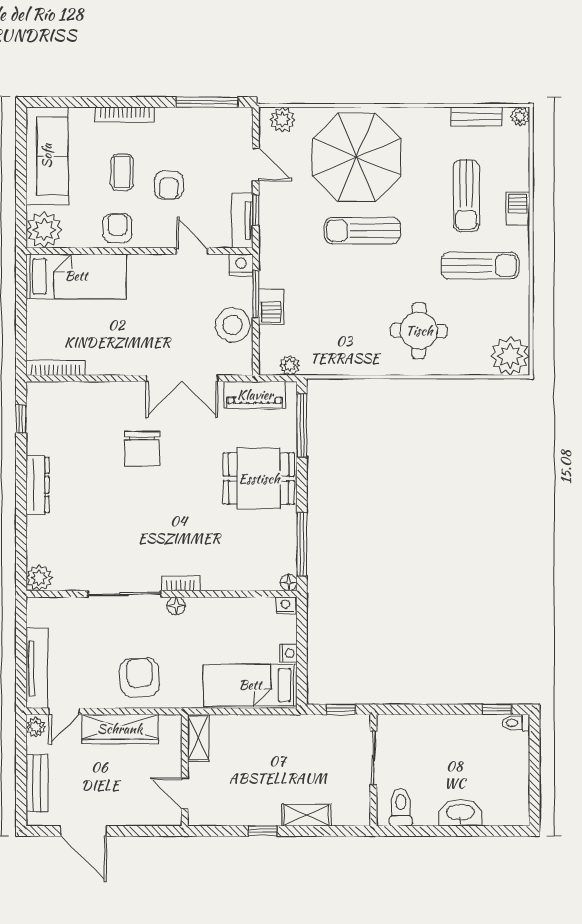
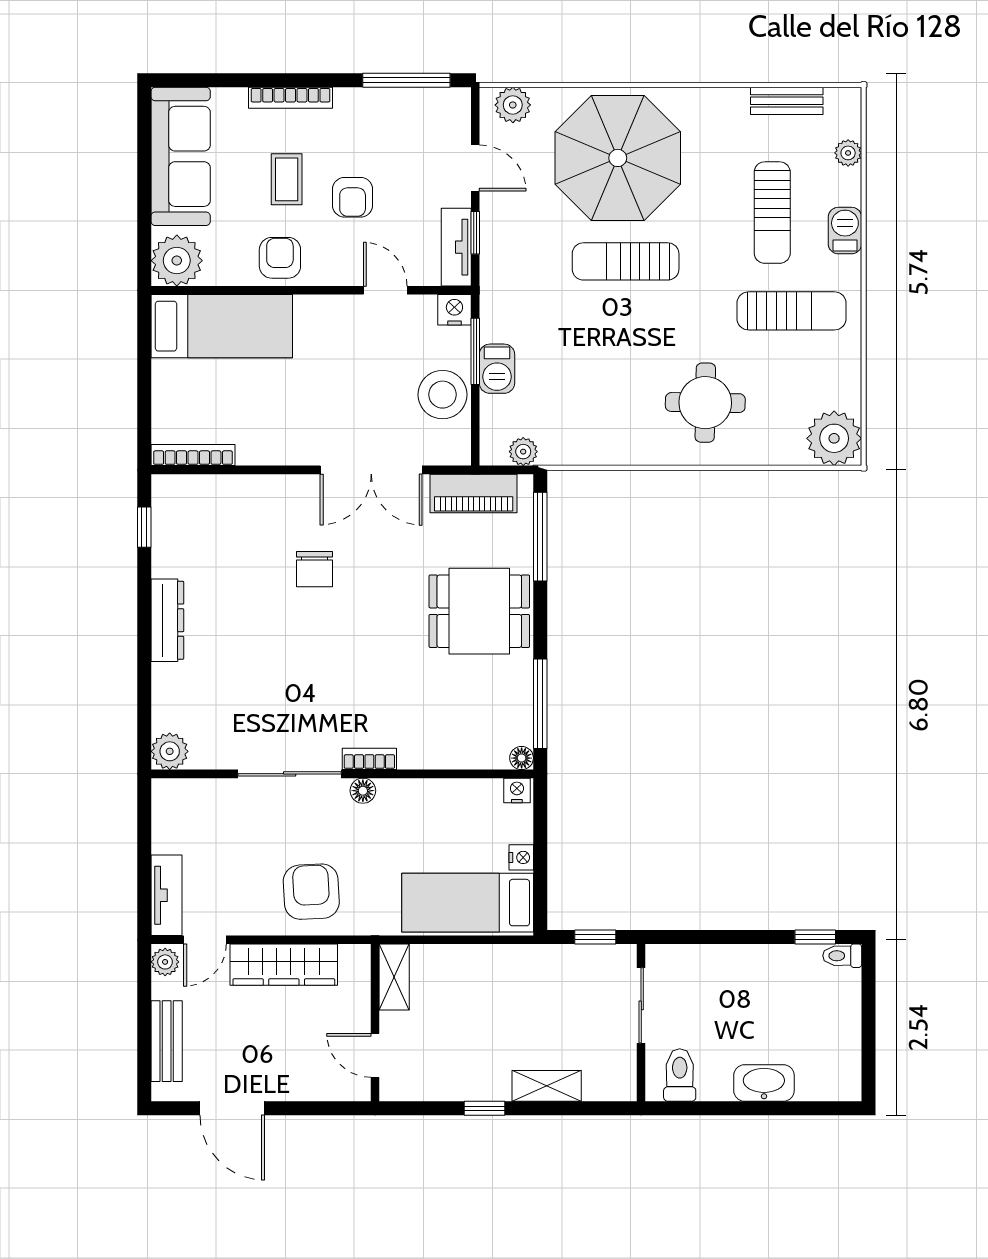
plant: (520, 116) -> (848, 153), moved
chair: (142, 449) -> (315, 569), width x0.73, depth x0.73
tv unit: (37, 668) -> (167, 895), width x0.71

